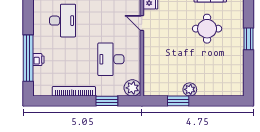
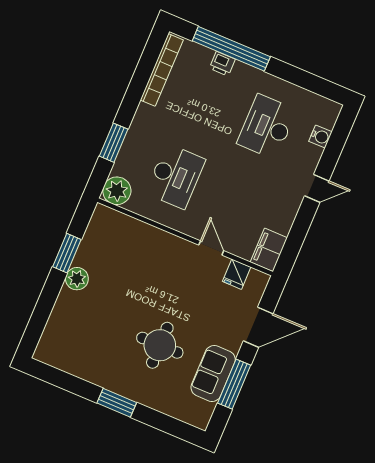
desk: (63, 21) -> (267, 127), turned 90
door: (142, 23) -> (211, 248), hinge flipped
desk: (111, 59) -> (175, 176), turned 90
bookcase: (74, 91) -> (162, 70), moved

